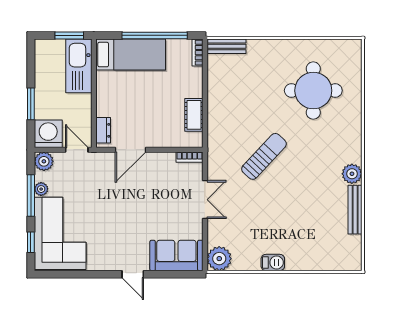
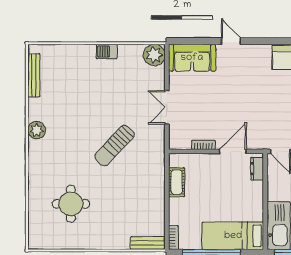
round table: (313, 91) -> (71, 204), width x0.73, depth x0.73
bookcase: (190, 157) -> (203, 145), moved
bench: (355, 210) -> (34, 75), moved

